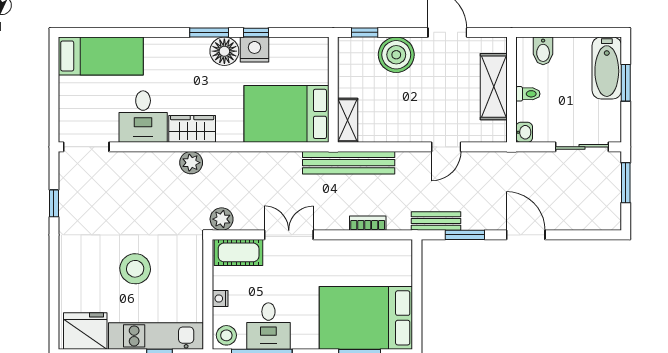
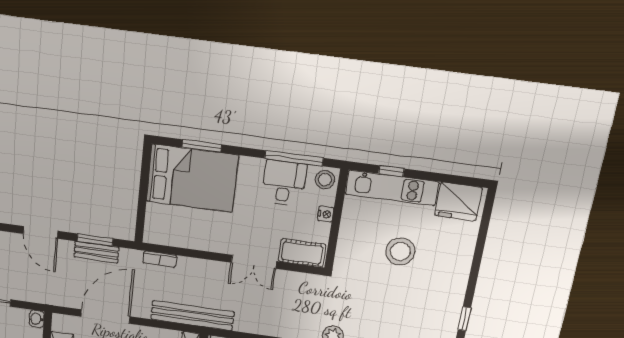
door: (446, 147) -> (105, 317), width x1.87
plant: (222, 219) -> (313, 284), removed
bench: (436, 221) -> (96, 252), moved
bookcase: (368, 223) -> (160, 259), moved

